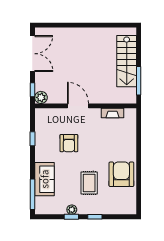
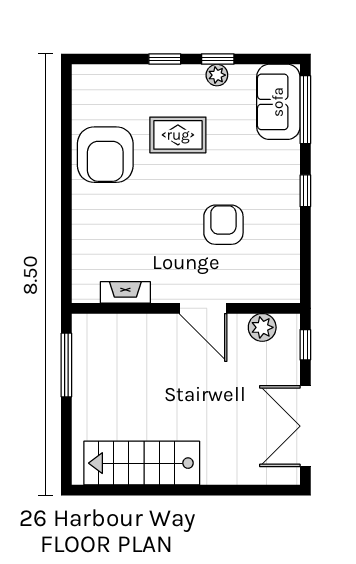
stairs: (127, 61) -> (142, 463), moved, turned -90
plant: (41, 97) -> (262, 327), moved
window: (32, 139) -> (305, 191), moved
sofa: (44, 179) -> (278, 102), moved
rug: (89, 183) -> (178, 135), turned 90

